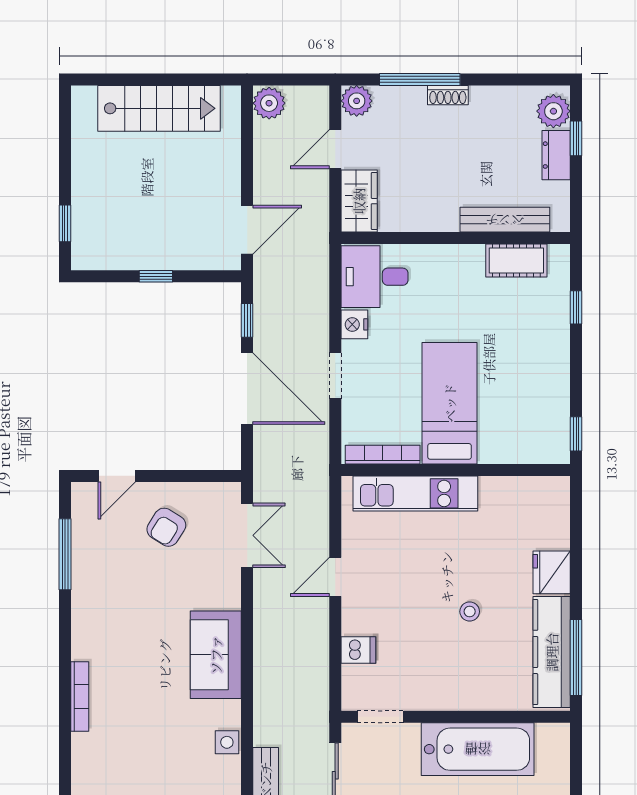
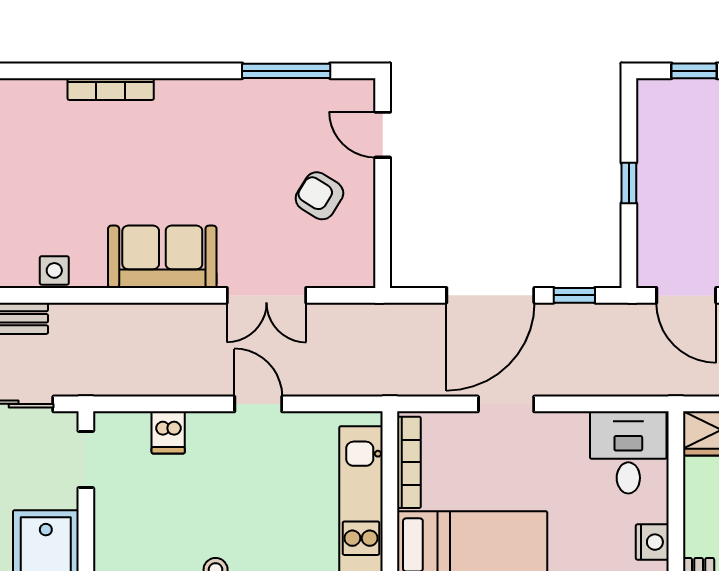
nightstand: (354, 324) -> (652, 542), moved, turned 90
double door: (247, 535) -> (266, 295), moved

